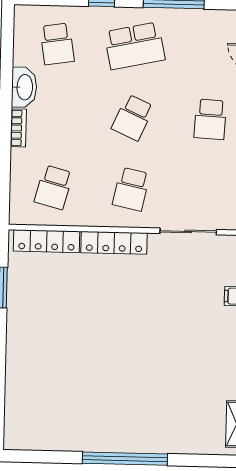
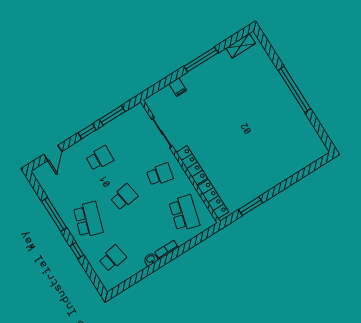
school desk: (135, 46) -> (88, 220), turned 30
washbasin: (24, 87) -> (151, 259), width x0.52, depth x0.69
school desk: (133, 117) -> (124, 197), turned -33
school desk: (54, 187) -> (184, 213), width x1.85

